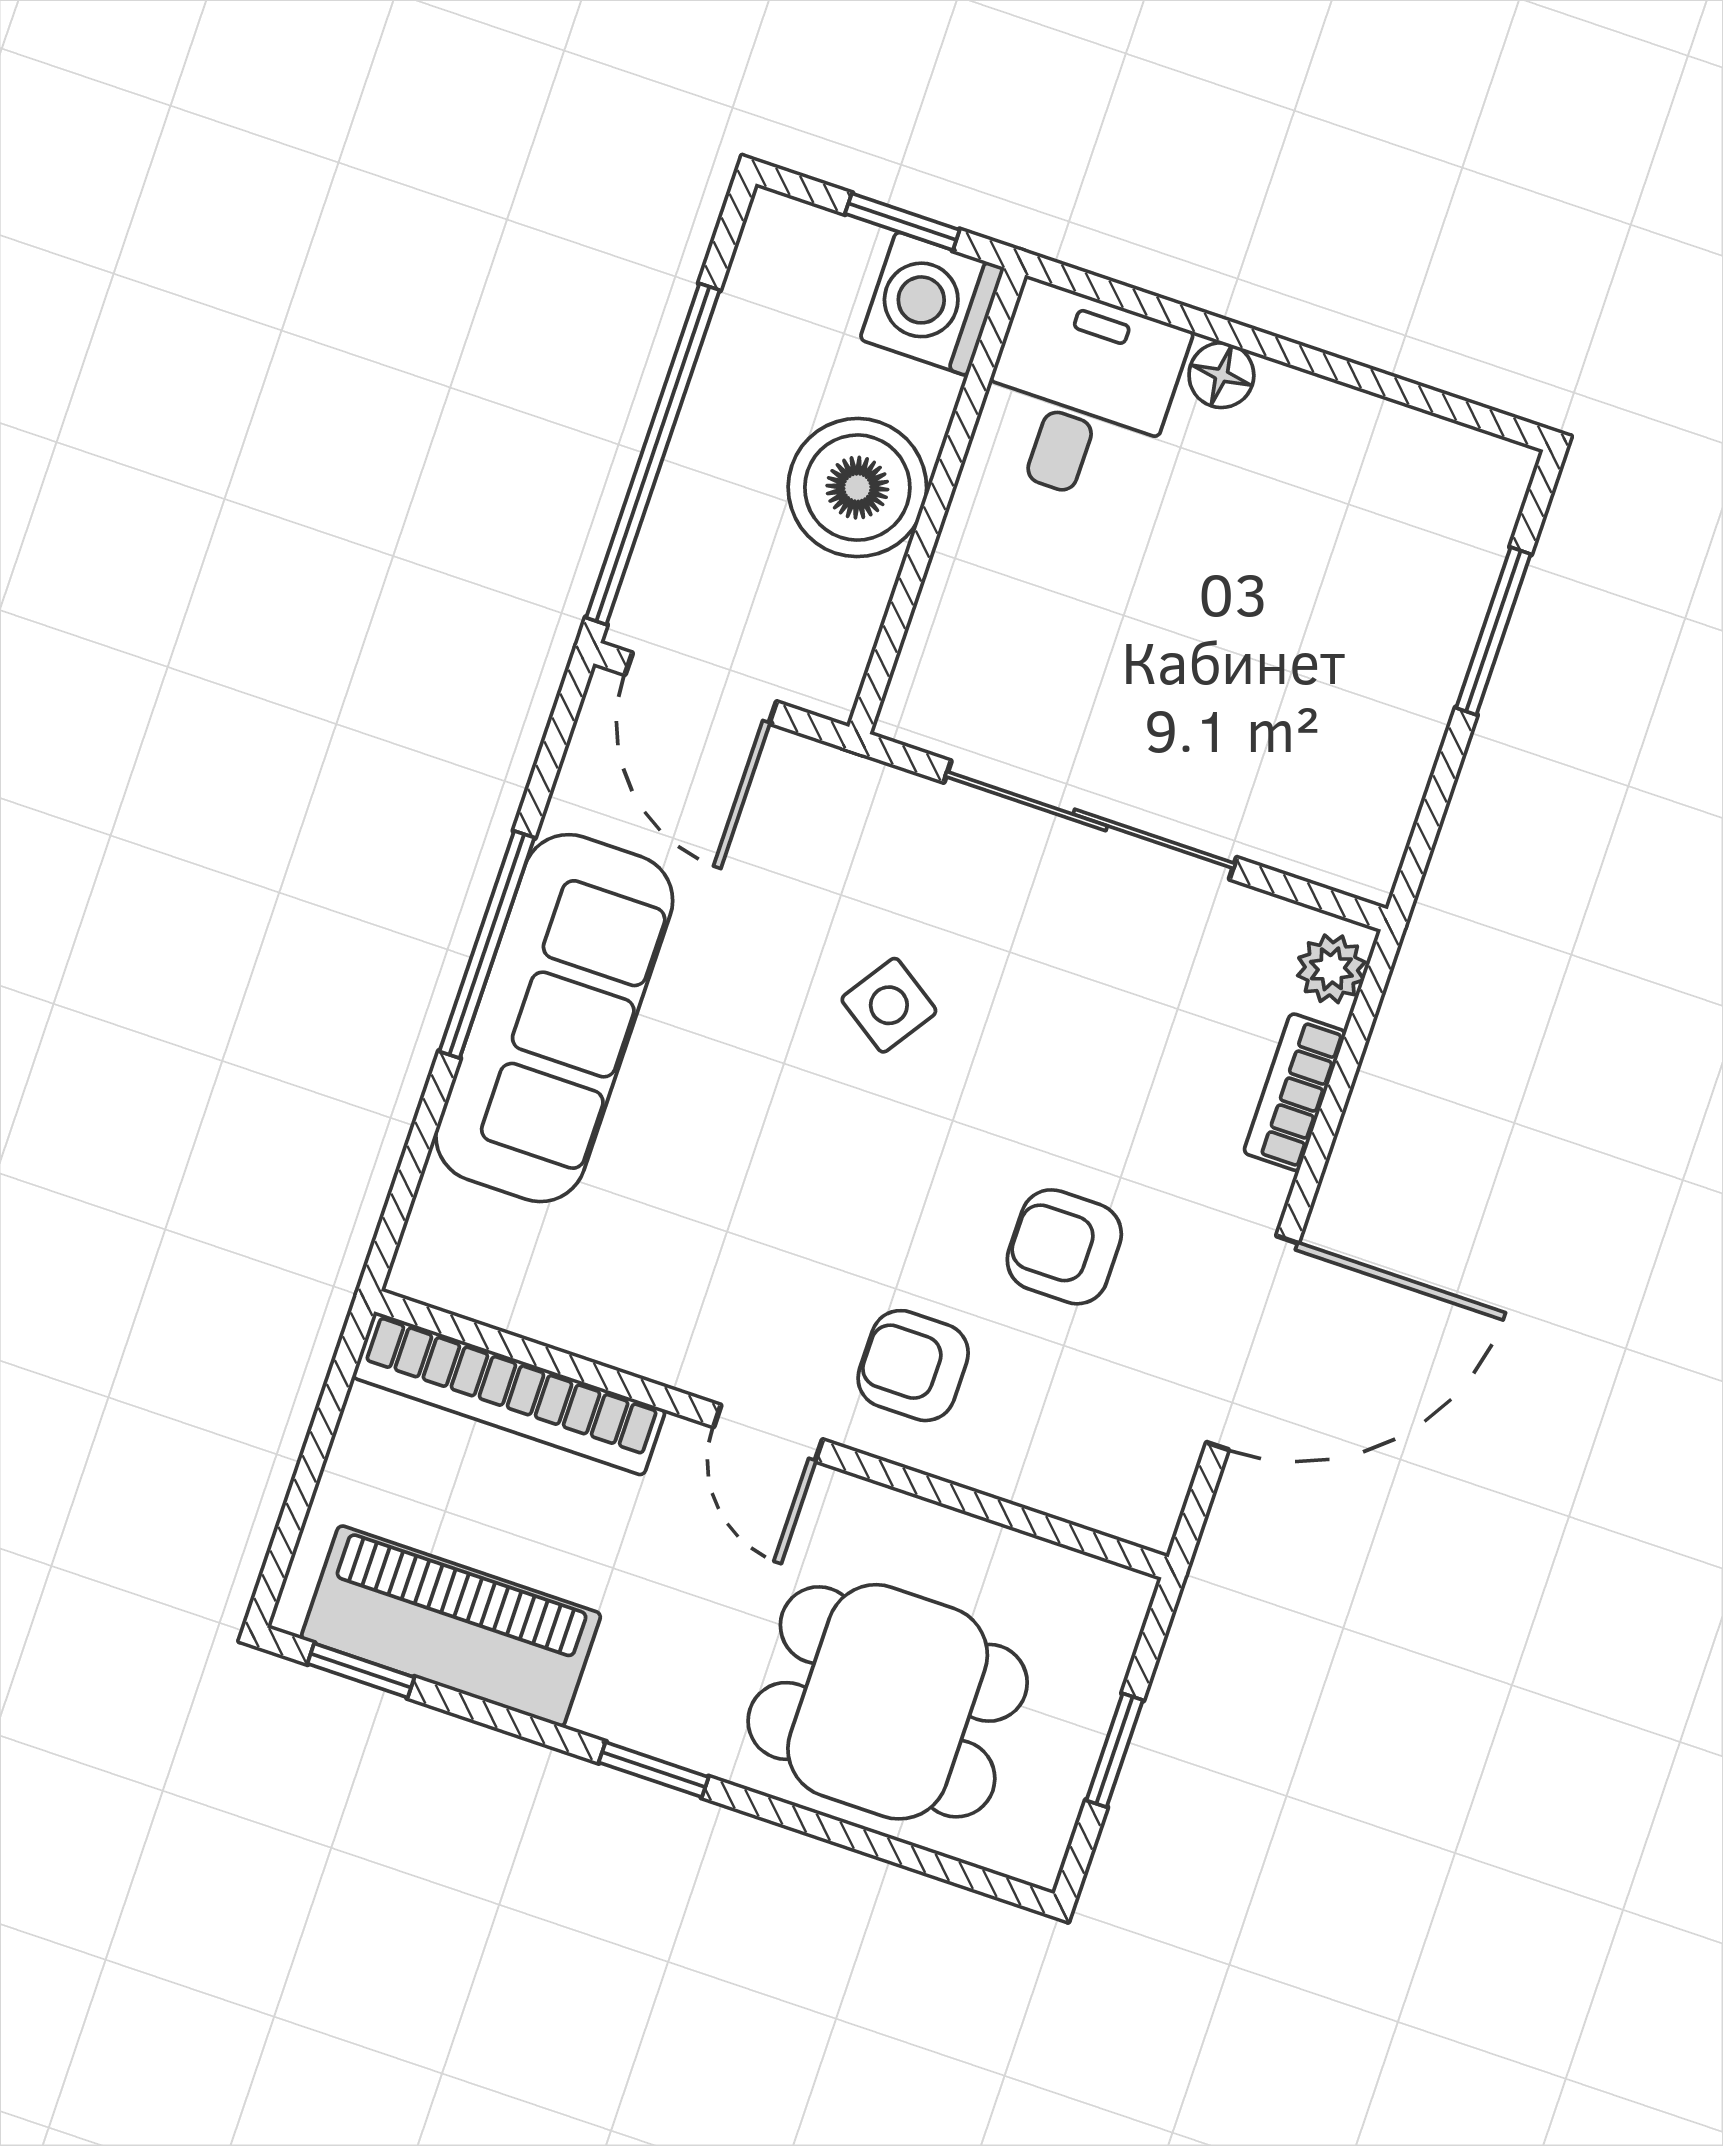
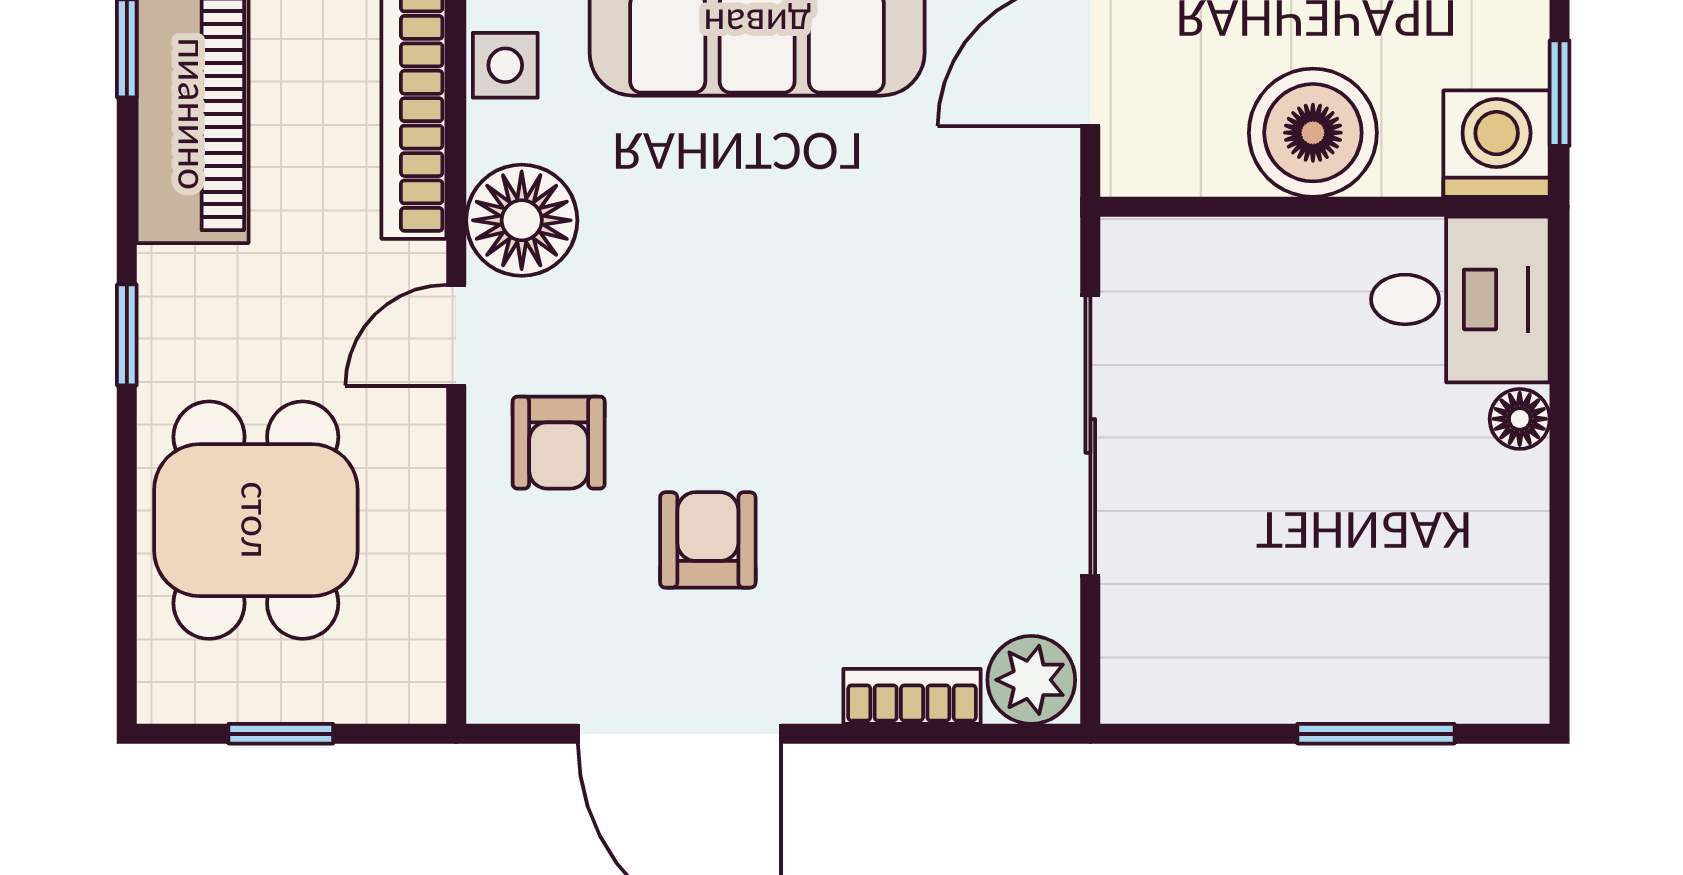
plant: (1331, 969) -> (1031, 680), width x1.38, depth x1.38
side table: (889, 1005) -> (505, 65), moved, turned -34
floor lamp: (673, 1326) -> (522, 220), added
armchair: (913, 1366) -> (559, 443), turned 180

